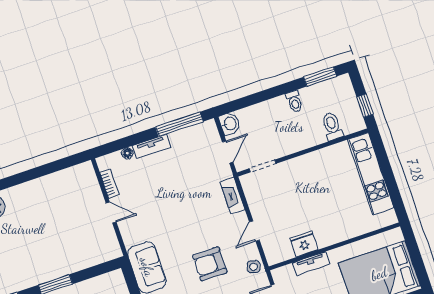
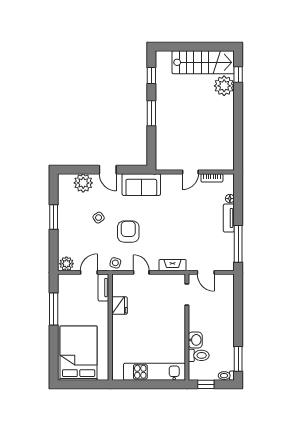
toilet: (294, 102) -> (226, 376), moved
washbasin: (230, 124) -> (195, 340), moved, turned -90
tv unit: (311, 263) -> (103, 288), moved

